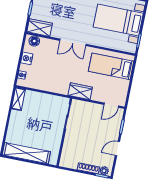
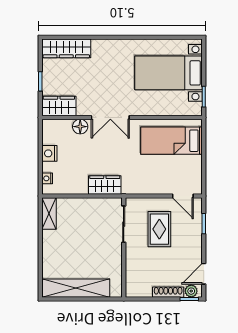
floor lamp: (34, 41) -> (80, 127), moved
wardrobe: (80, 91) -> (105, 185), moved
door: (111, 105) -> (183, 196), hinge flipped
rug: (91, 124) -> (159, 229), added
door: (117, 149) -> (204, 274), moved

